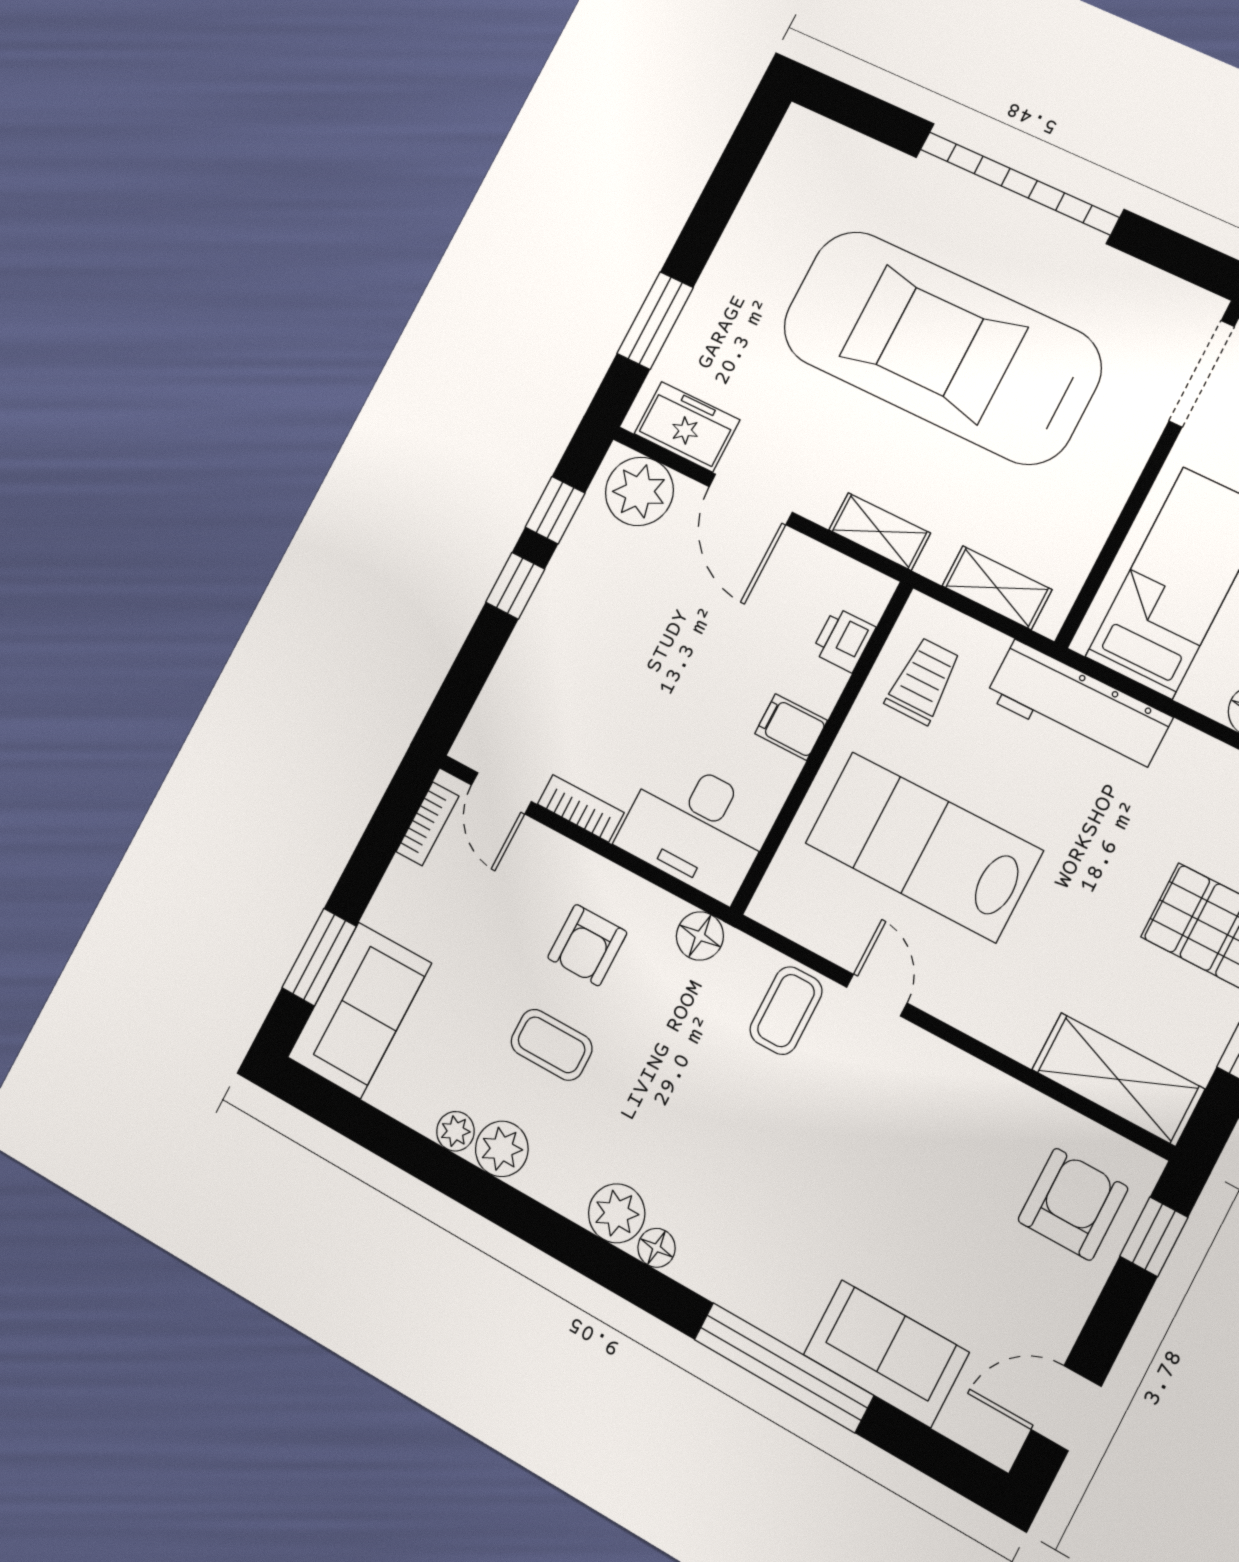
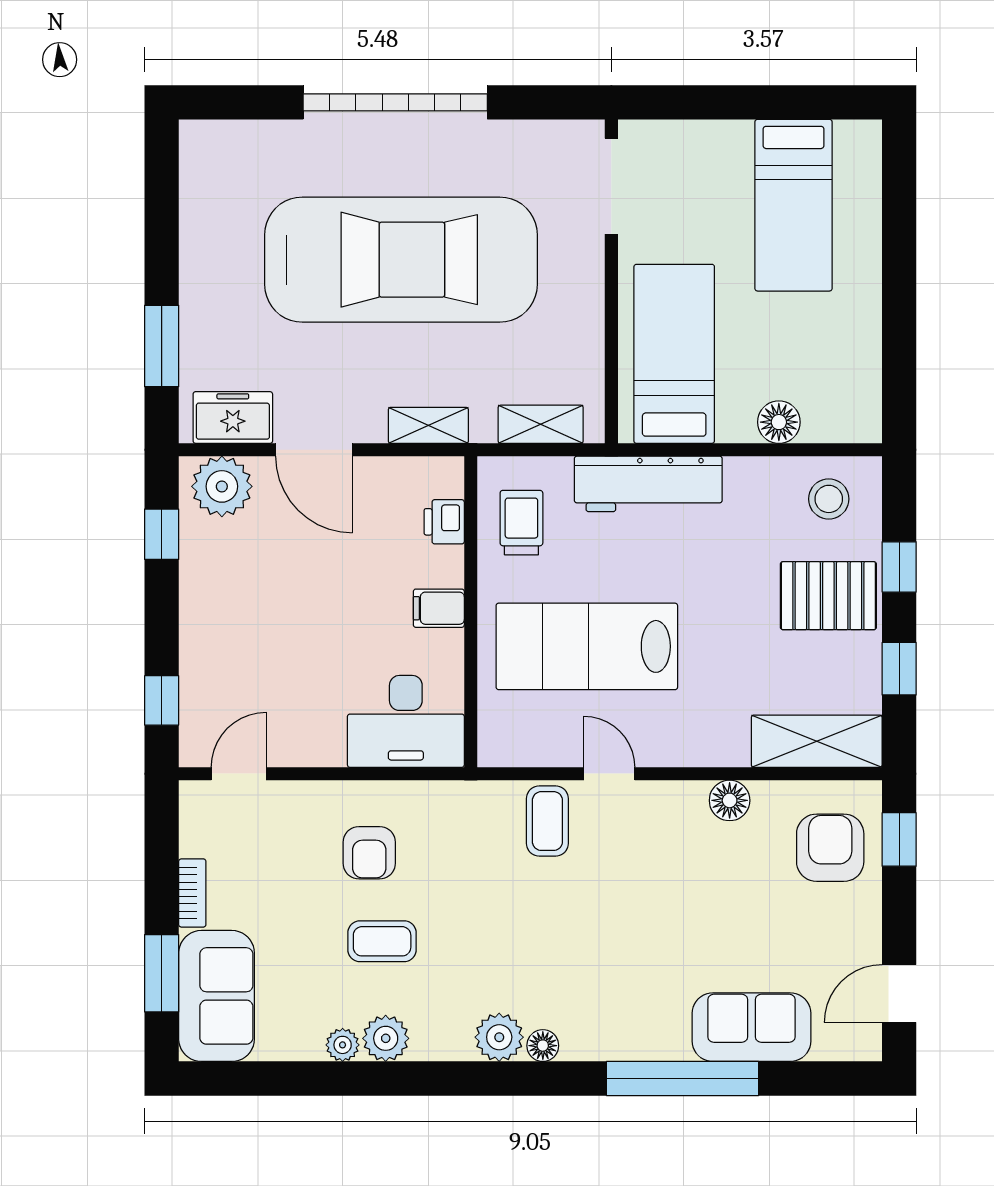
car: (941, 347) -> (401, 260), turned 180
window: (515, 586) -> (162, 700), moved
door: (501, 793) -> (239, 774), swing flipped
bookcase: (581, 808) -> (308, 753), removed
bookcase: (427, 824) -> (192, 893), moved
floor lamp: (700, 936) -> (730, 800), moved

